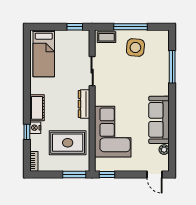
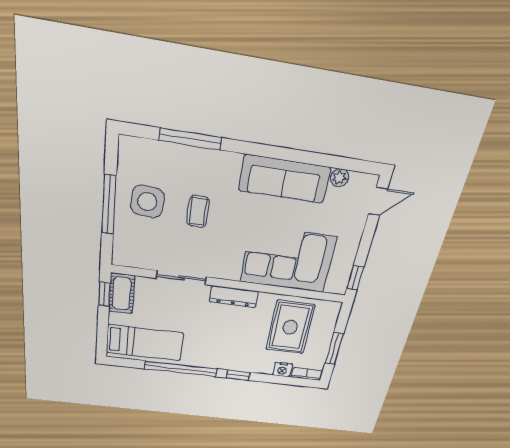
coffee table: (107, 37) -> (198, 212), moved
window: (27, 78) -> (181, 369), added
cot: (37, 108) -> (122, 294), moved, turned 90
nightstand: (35, 128) -> (282, 369), moved
window: (27, 132) -> (238, 375), moved
window: (74, 174) -> (334, 348), moved

